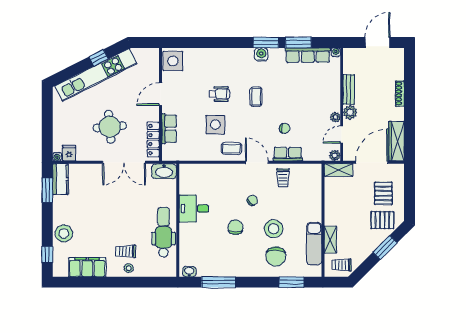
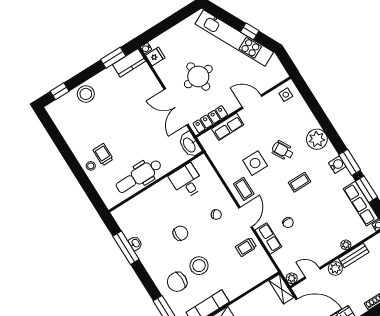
plant: (228, 58) -> (317, 139), added
side table: (173, 61) -> (286, 95), width x0.54, depth x0.54
wheelchair: (219, 94) -> (283, 151), turned 151
plant: (335, 117) -> (346, 245), moved
chair: (252, 200) -> (216, 214), moved
desk: (194, 209) -> (187, 181), moved
dental chair: (164, 232) -> (139, 176), turned 180
filing cabinet: (87, 267) -> (70, 131), removed
washbasin: (189, 272) -> (135, 243), moved

